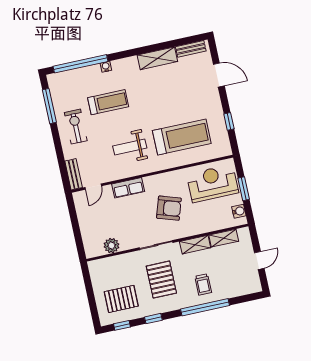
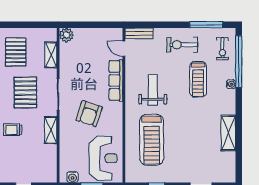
bench: (191, 49) -> (230, 165), removed
exercise bike: (71, 84) -> (222, 49), added
exercise bike: (76, 127) -> (182, 45), turned 180
row of seats: (128, 188) -> (116, 80), width x1.48
shelving: (224, 238) -> (51, 55), moved
plant: (112, 246) -> (66, 35), moved
pallet: (161, 280) -> (25, 92), turned 90

